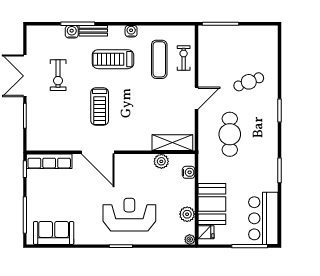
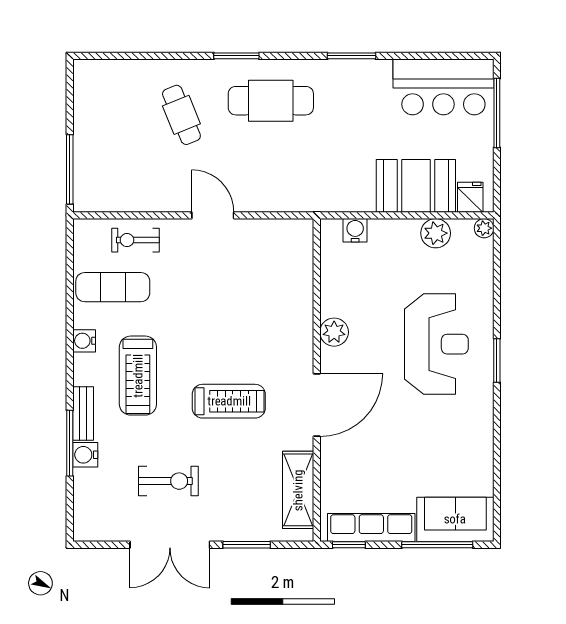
exercise mat: (159, 59) -> (113, 287), moved
cafe table: (230, 134) -> (271, 101), moved
shelving: (172, 143) -> (298, 490), moved
row of seats: (49, 161) -> (371, 528), moved, turned -90
plant: (161, 161) -> (334, 332), moved
reception desk: (129, 215) -> (436, 344), turned 180
sofa: (54, 233) -> (455, 519), moved, turned 90

